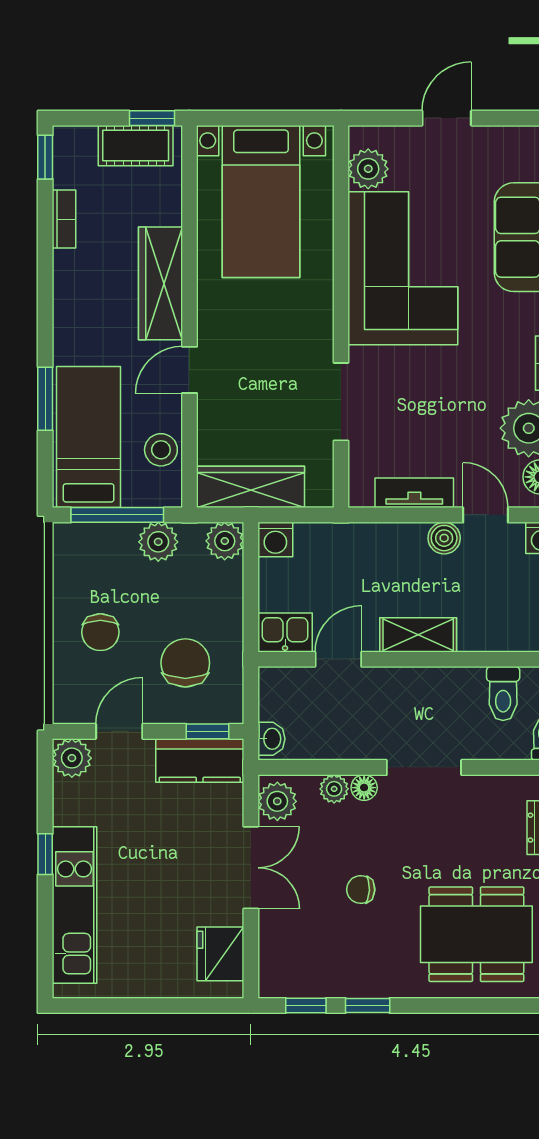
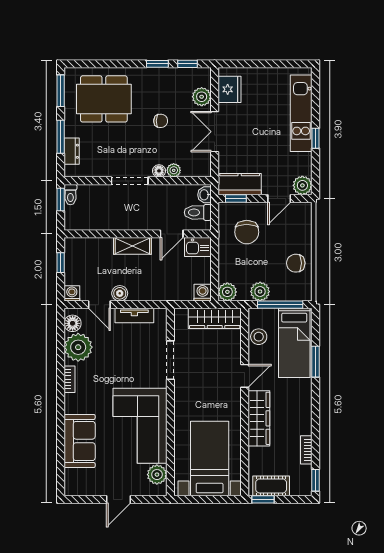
chair: (100, 632) -> (296, 263), moved, turned -90
toilet: (503, 694) -> (198, 212), moved, turned -90
plant: (277, 801) -> (202, 97), moved

